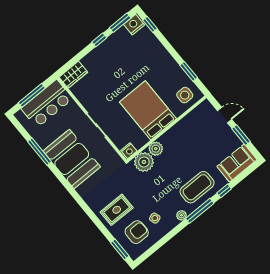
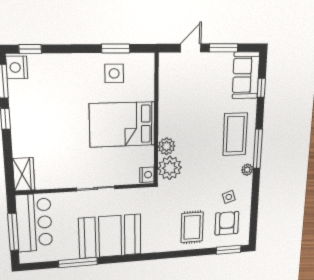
side table: (185, 95) -> (114, 73), moved
window: (224, 191) -> (261, 88), moved

